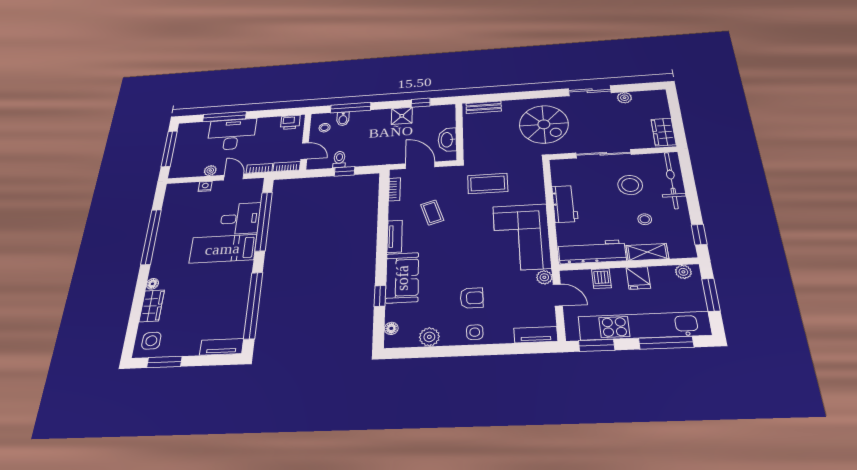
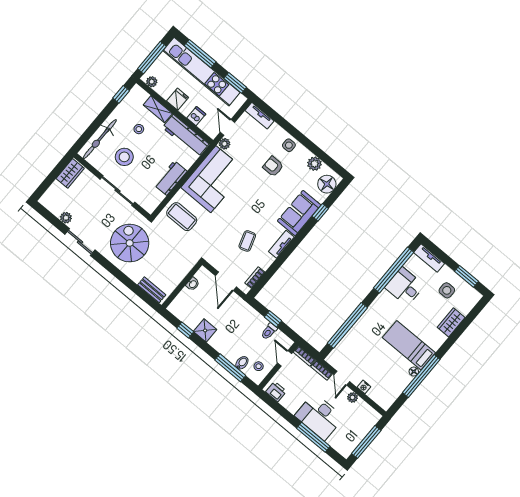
washbasin: (447, 140) -> (193, 284), width x0.52, depth x0.69
coffee table: (488, 184) -> (182, 217), moved
desk: (240, 219) -> (405, 287), moved
bed: (223, 249) -> (409, 345), moved, turned 180
floor lamp: (152, 284) -> (414, 372), moved
window: (711, 295) -> (152, 58), width x1.44
floor lamp: (391, 328) -> (327, 184), width x1.89, depth x1.89
side table: (151, 341) -> (447, 290), moved

